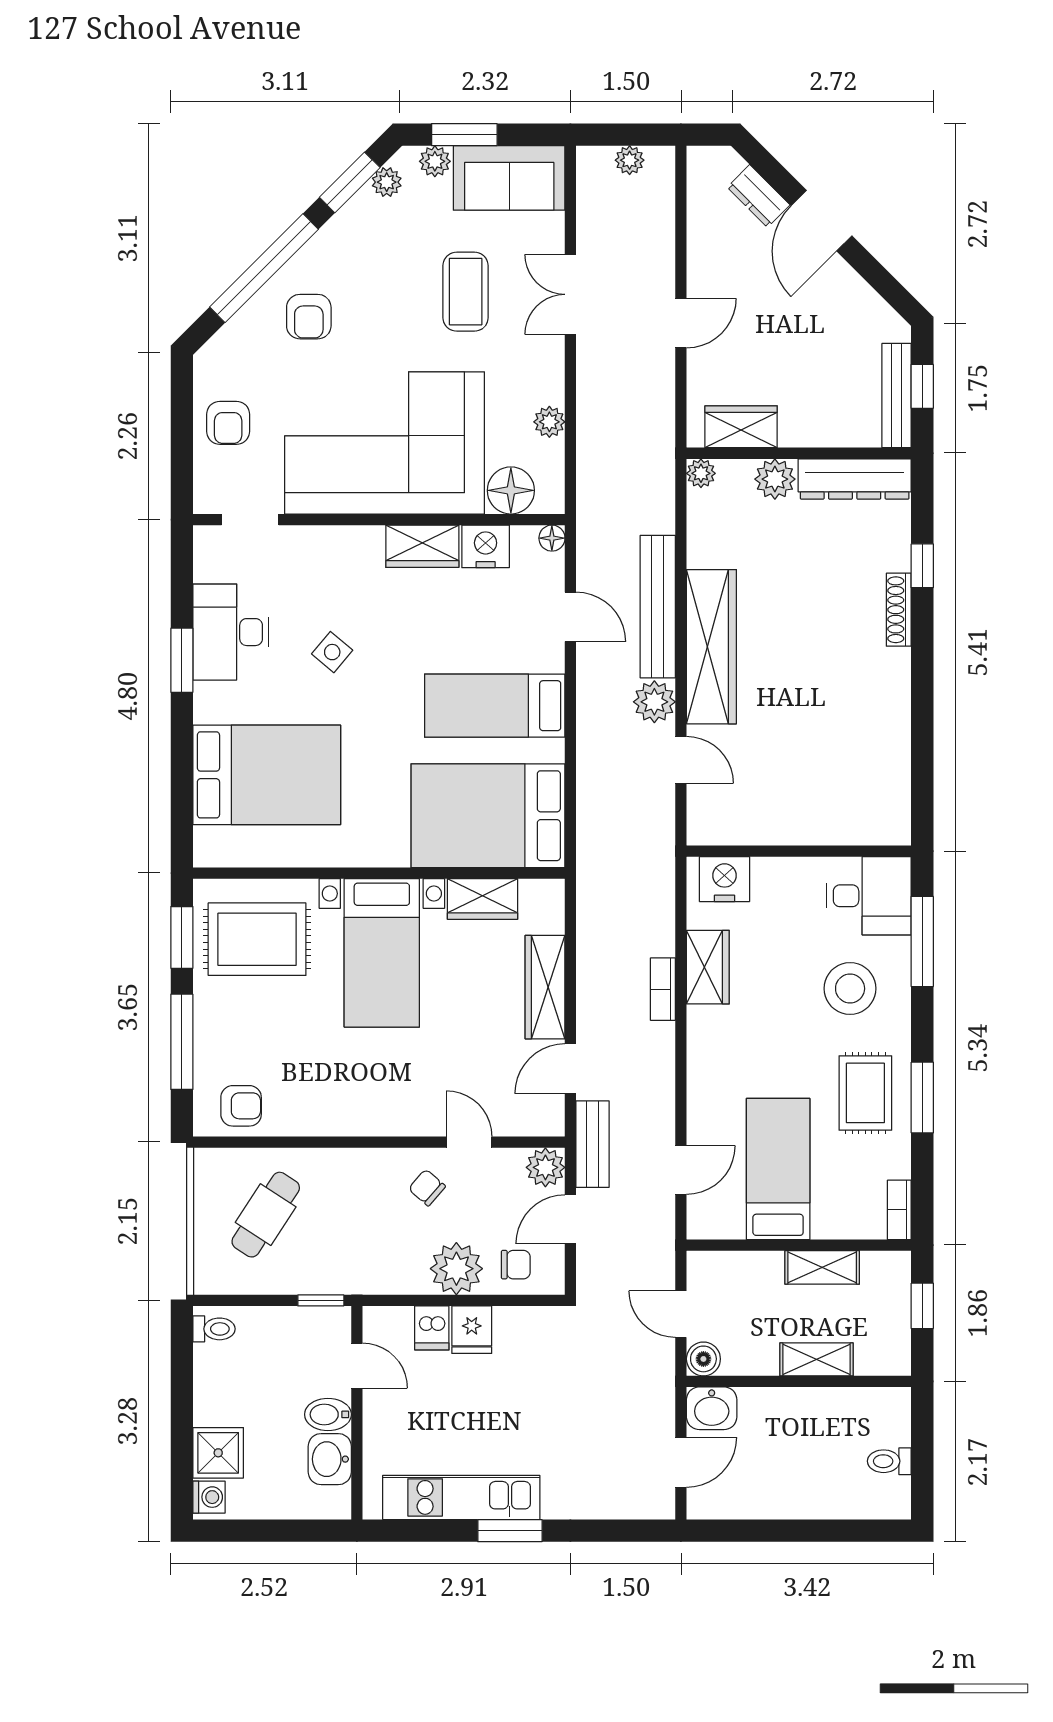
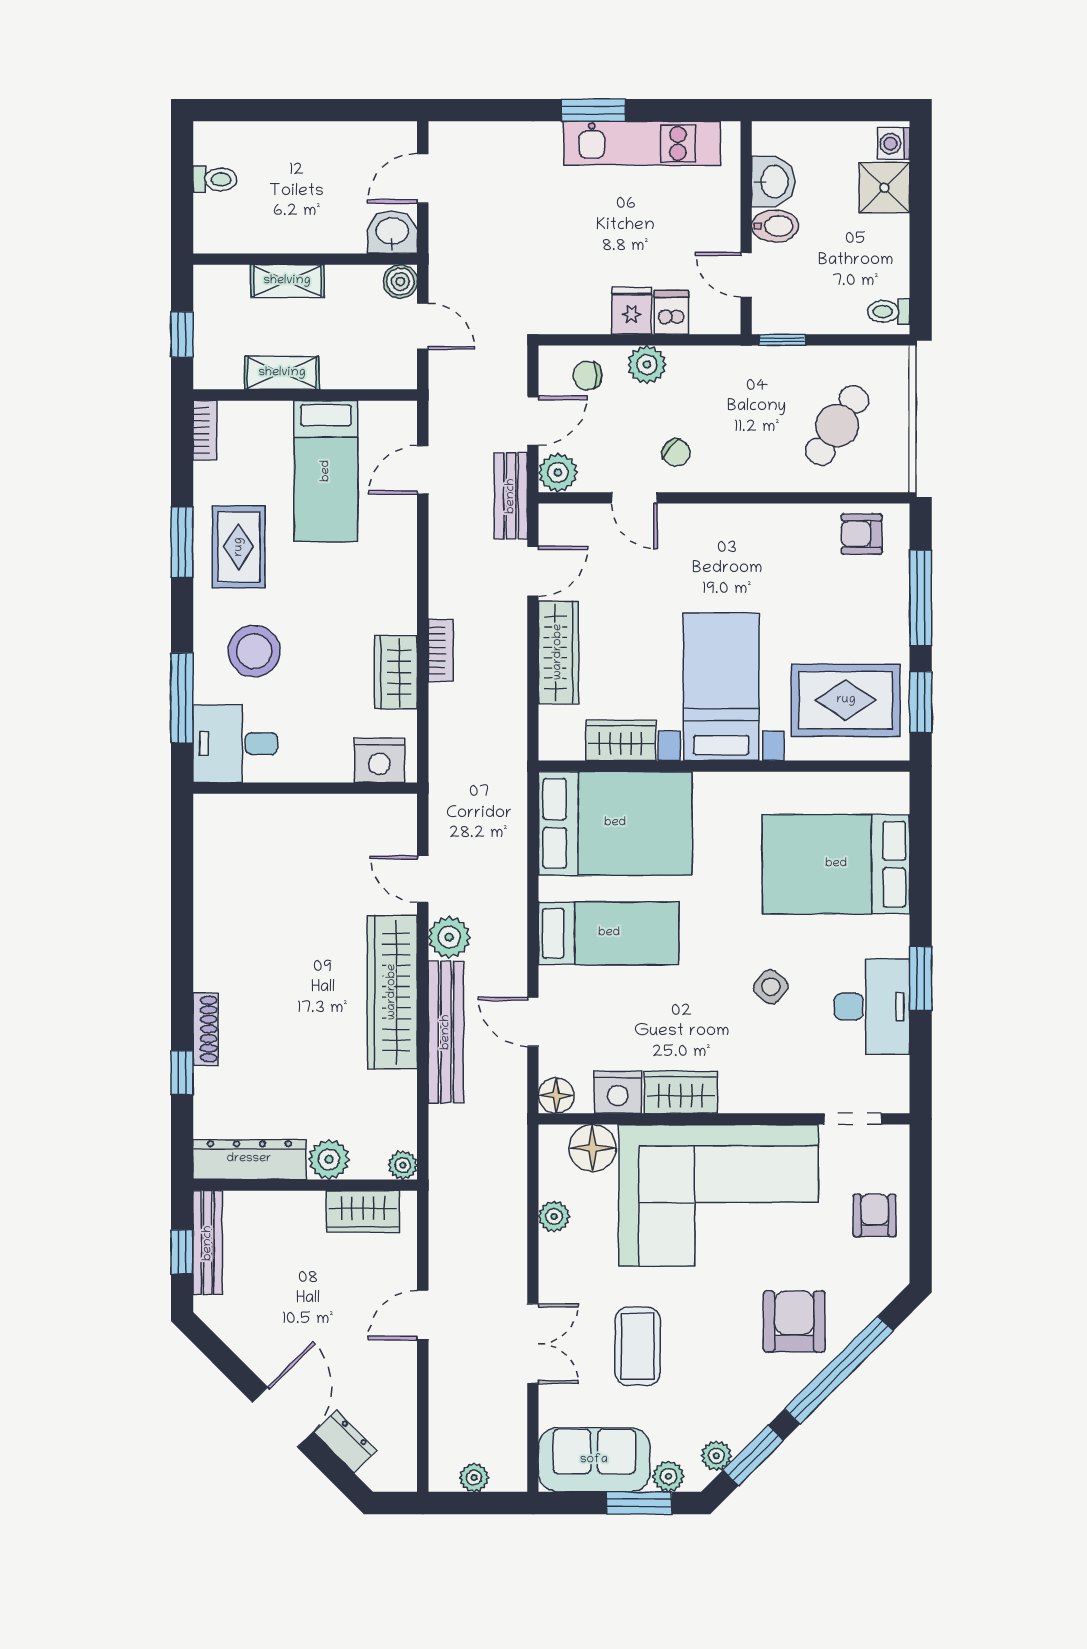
armchair: (309, 317) -> (794, 1321), width x1.38, depth x1.38
floor lamp: (552, 538) -> (556, 1096), width x1.37, depth x1.37
plant: (456, 1269) -> (647, 365), width x0.73, depth x0.73

